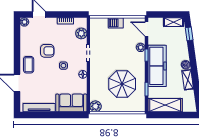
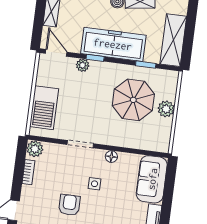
barbecue: (116, 23) -> (44, 108), width x1.88, depth x1.53
door: (147, 29) -> (56, 53), swing flipped
plant: (81, 33) -> (35, 149), moved
plant: (96, 106) -> (166, 109), moved

